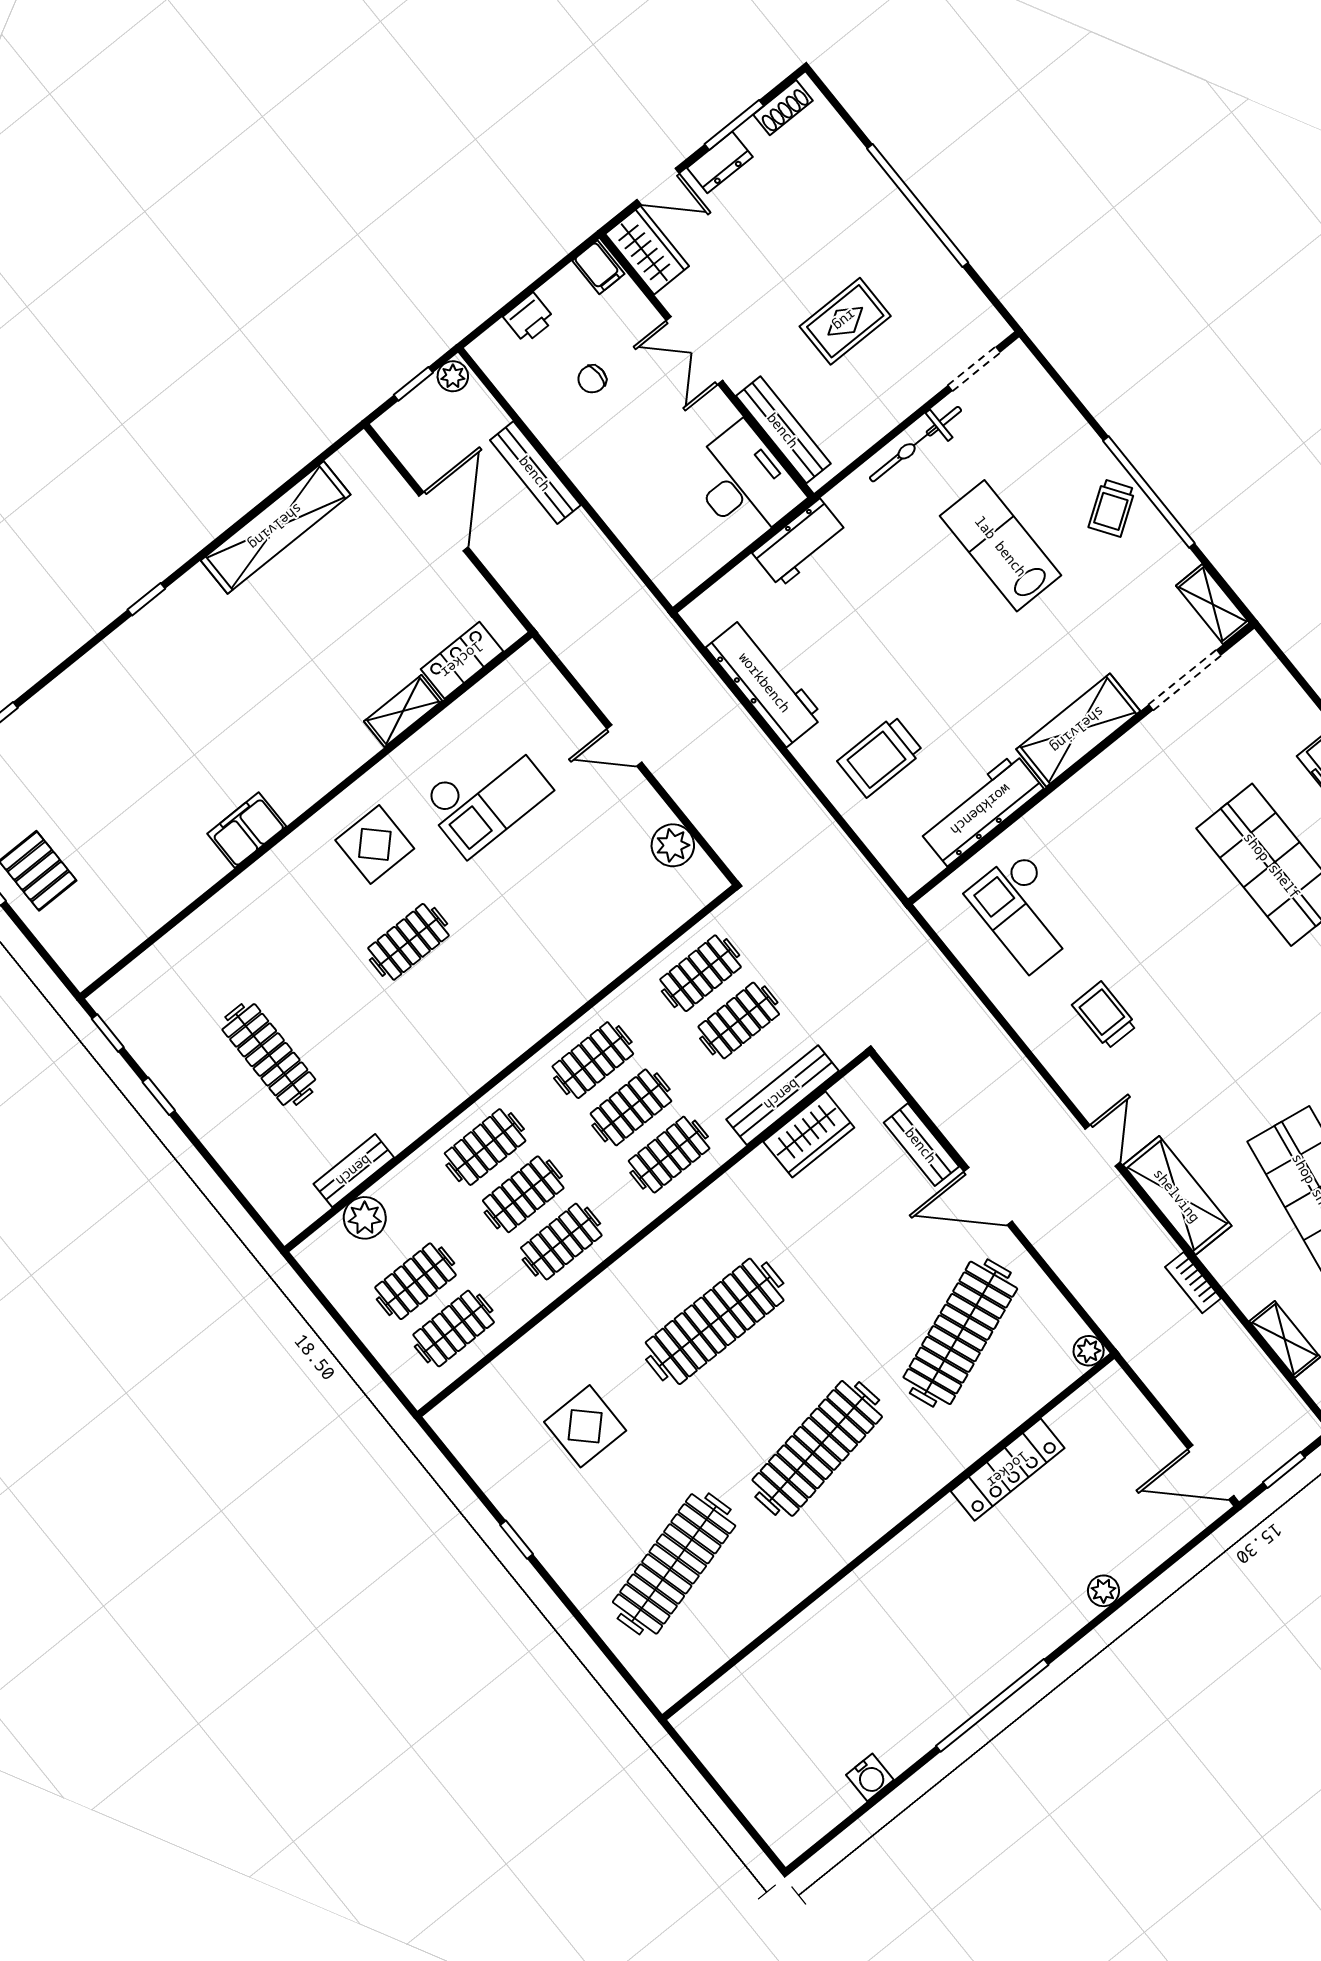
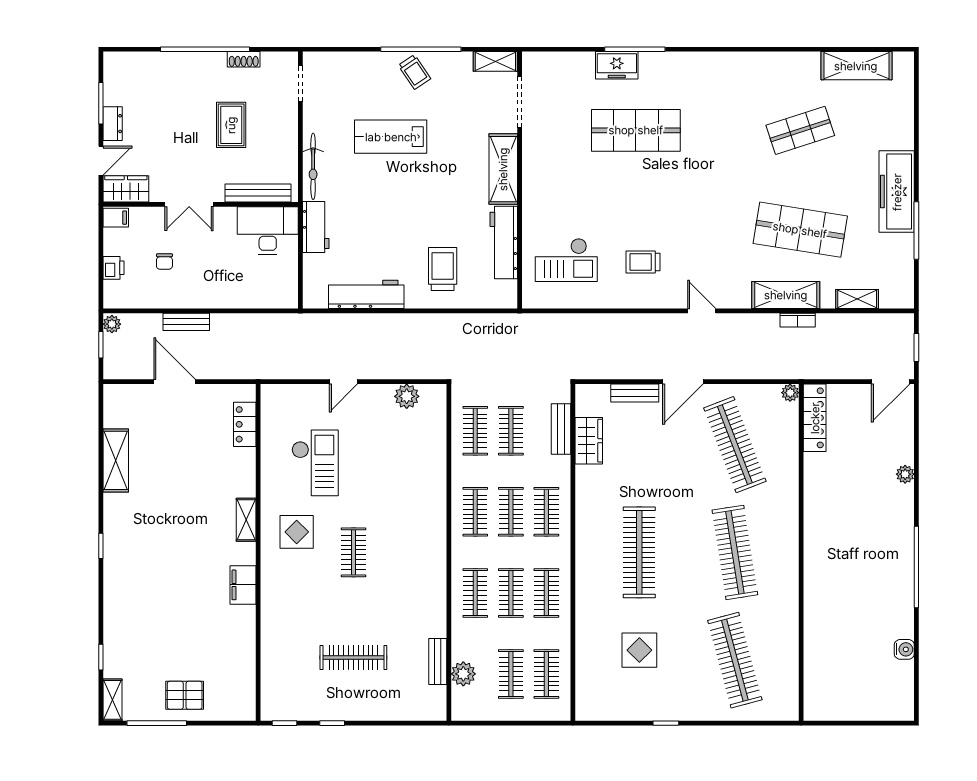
shoe rack: (783, 108) -> (244, 59), moved, turned 90
bicycle: (915, 444) -> (313, 166), moved
bench: (535, 473) -> (186, 322), width x0.73
shelving: (276, 527) -> (116, 460), width x0.68
shelving: (403, 711) -> (246, 520), moved
trolley: (880, 756) -> (443, 269), turned 180
bench: (782, 1095) -> (561, 429), width x0.73
shelving: (1177, 1195) -> (786, 295), moved
locker: (1008, 1470) -> (815, 418), moved

